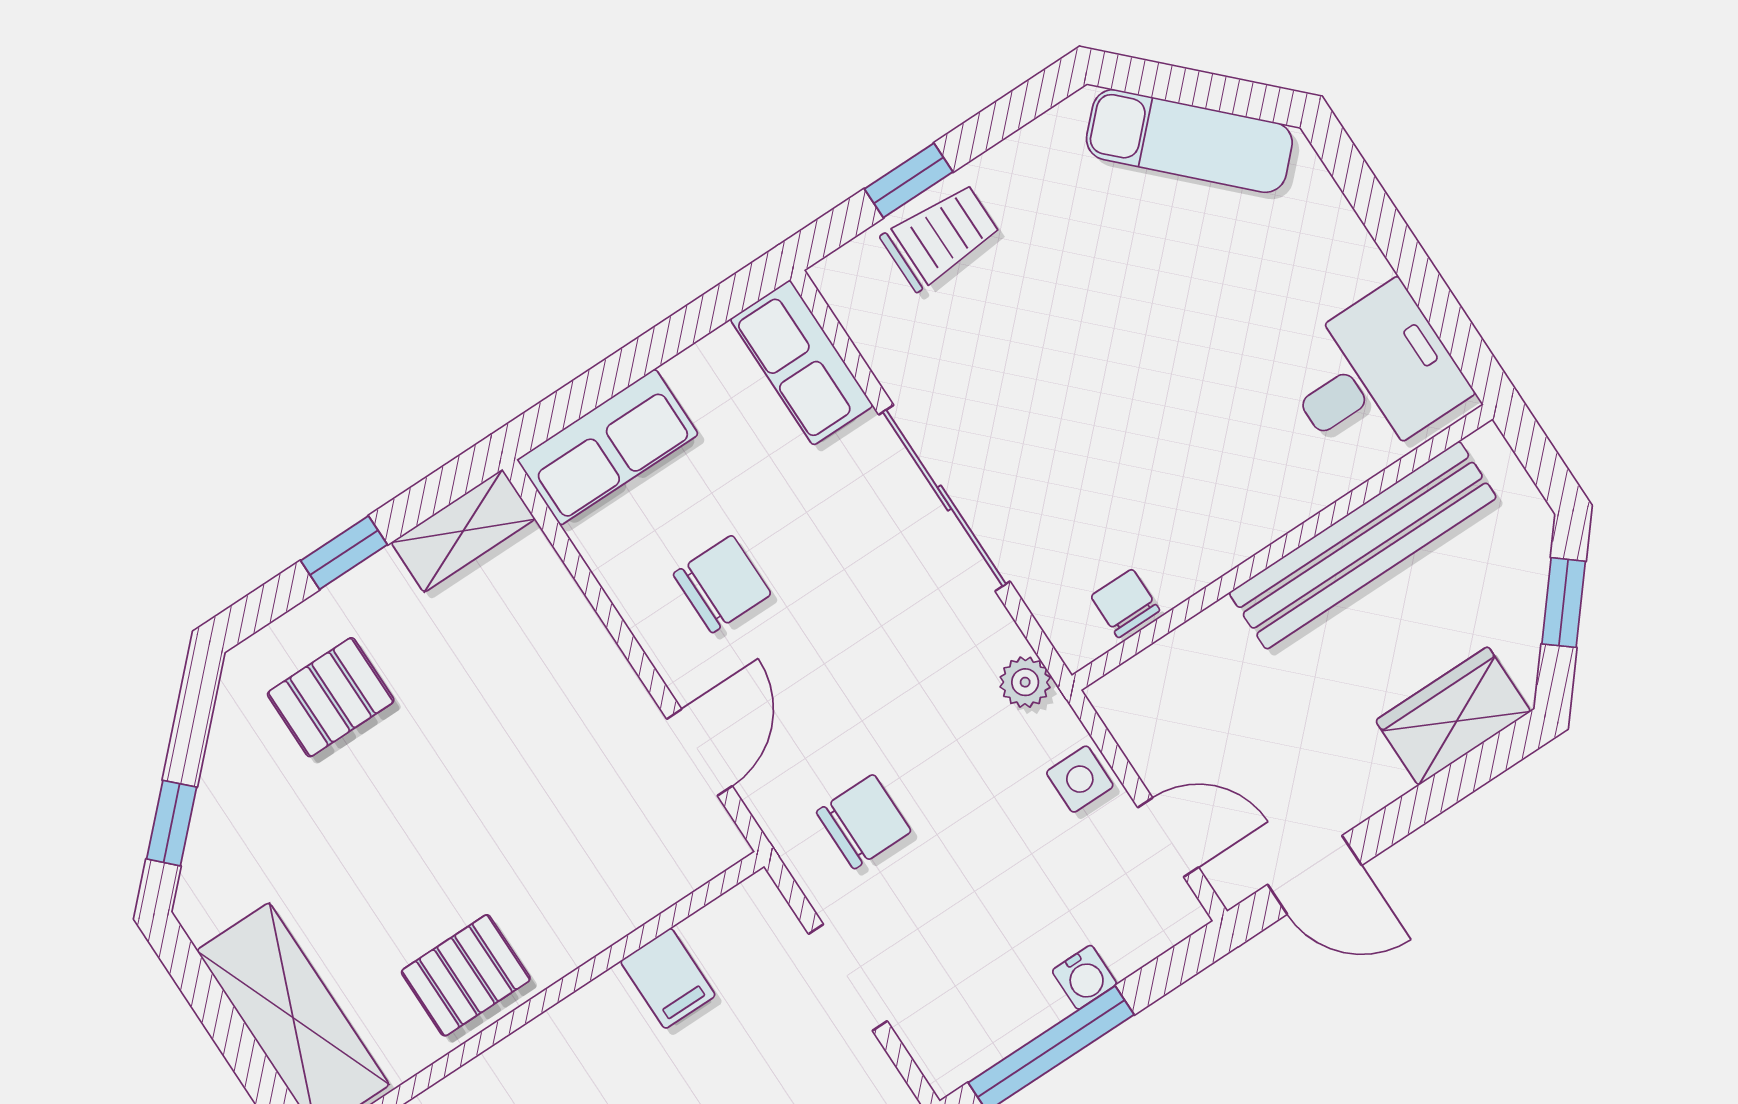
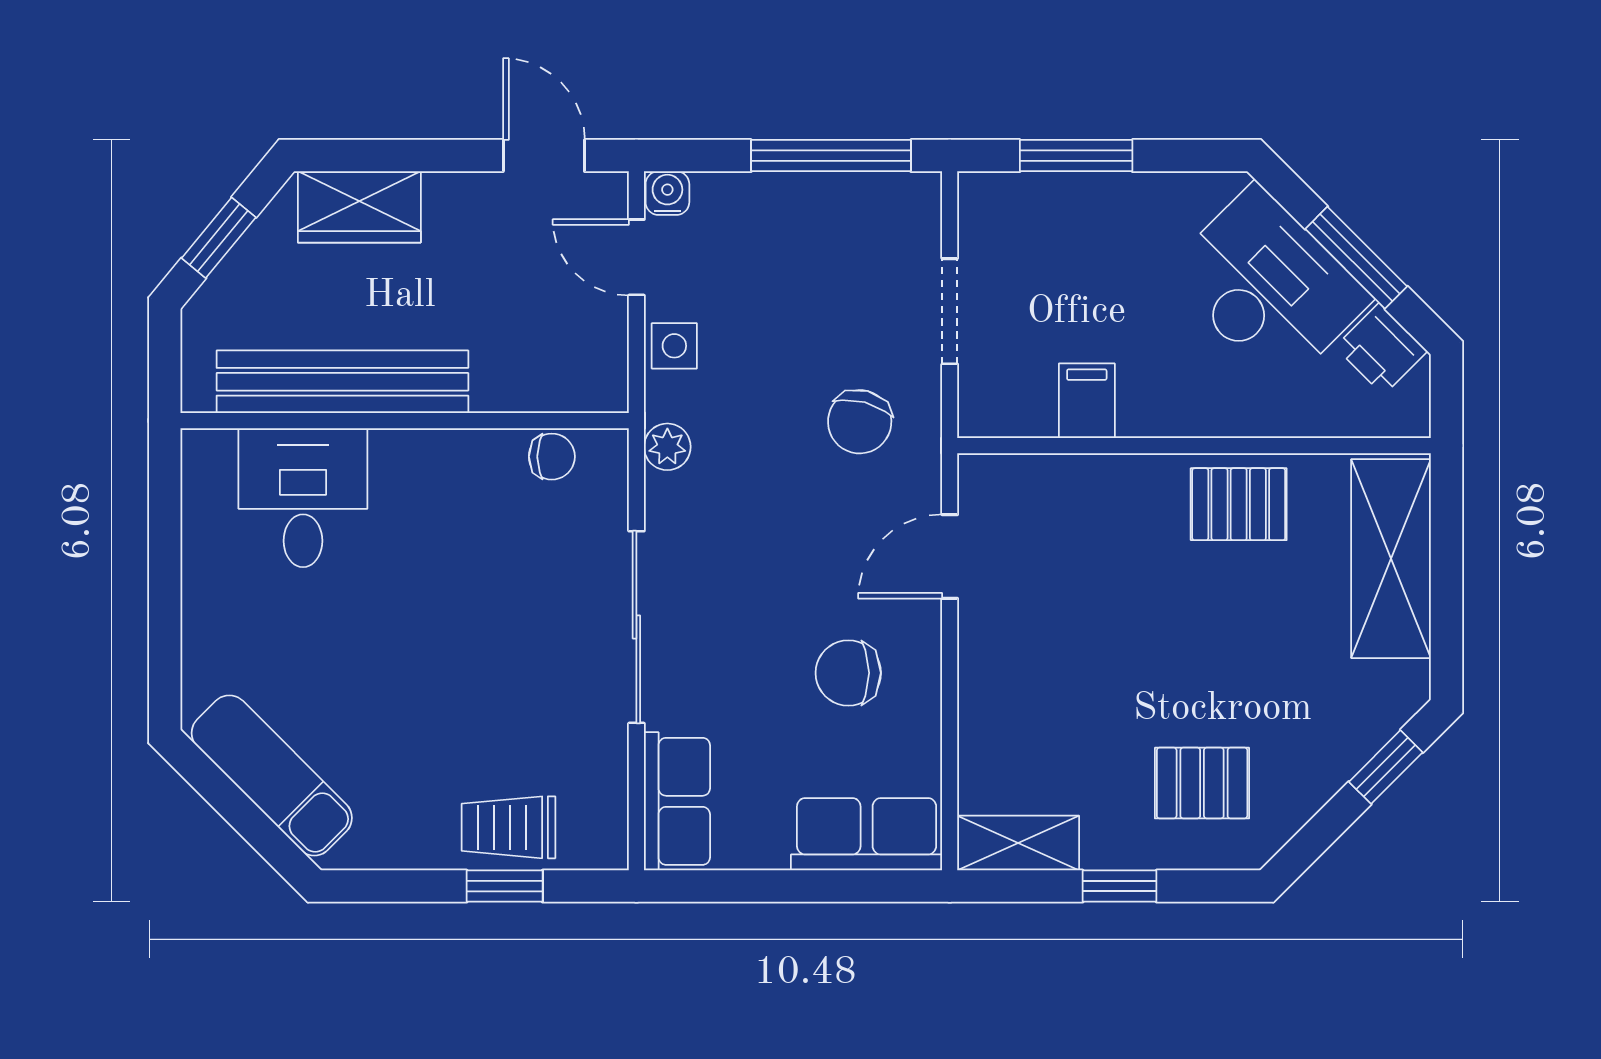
desk: (1373, 376) -> (303, 498), moved, turned 90
chair: (1125, 603) -> (552, 457), turned -90
chair: (864, 822) -> (860, 422), turned -75
water cooler: (1084, 977) -> (667, 193), moved

